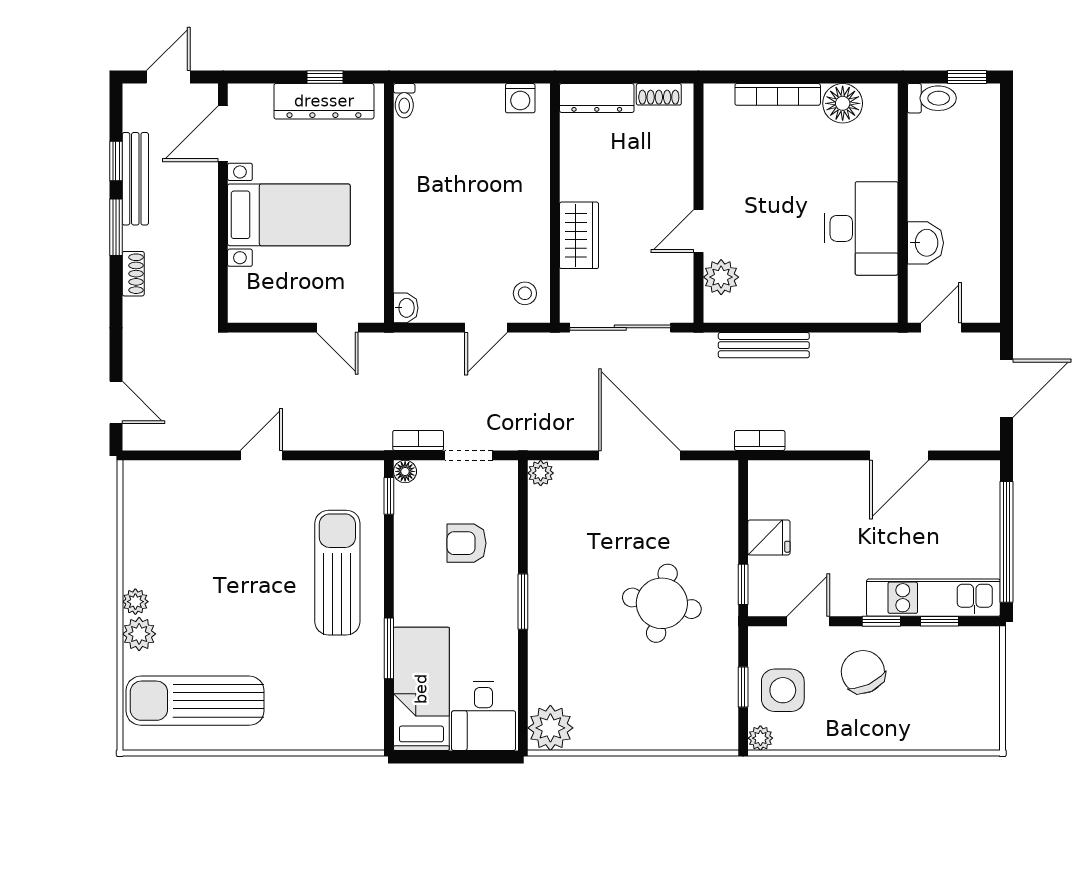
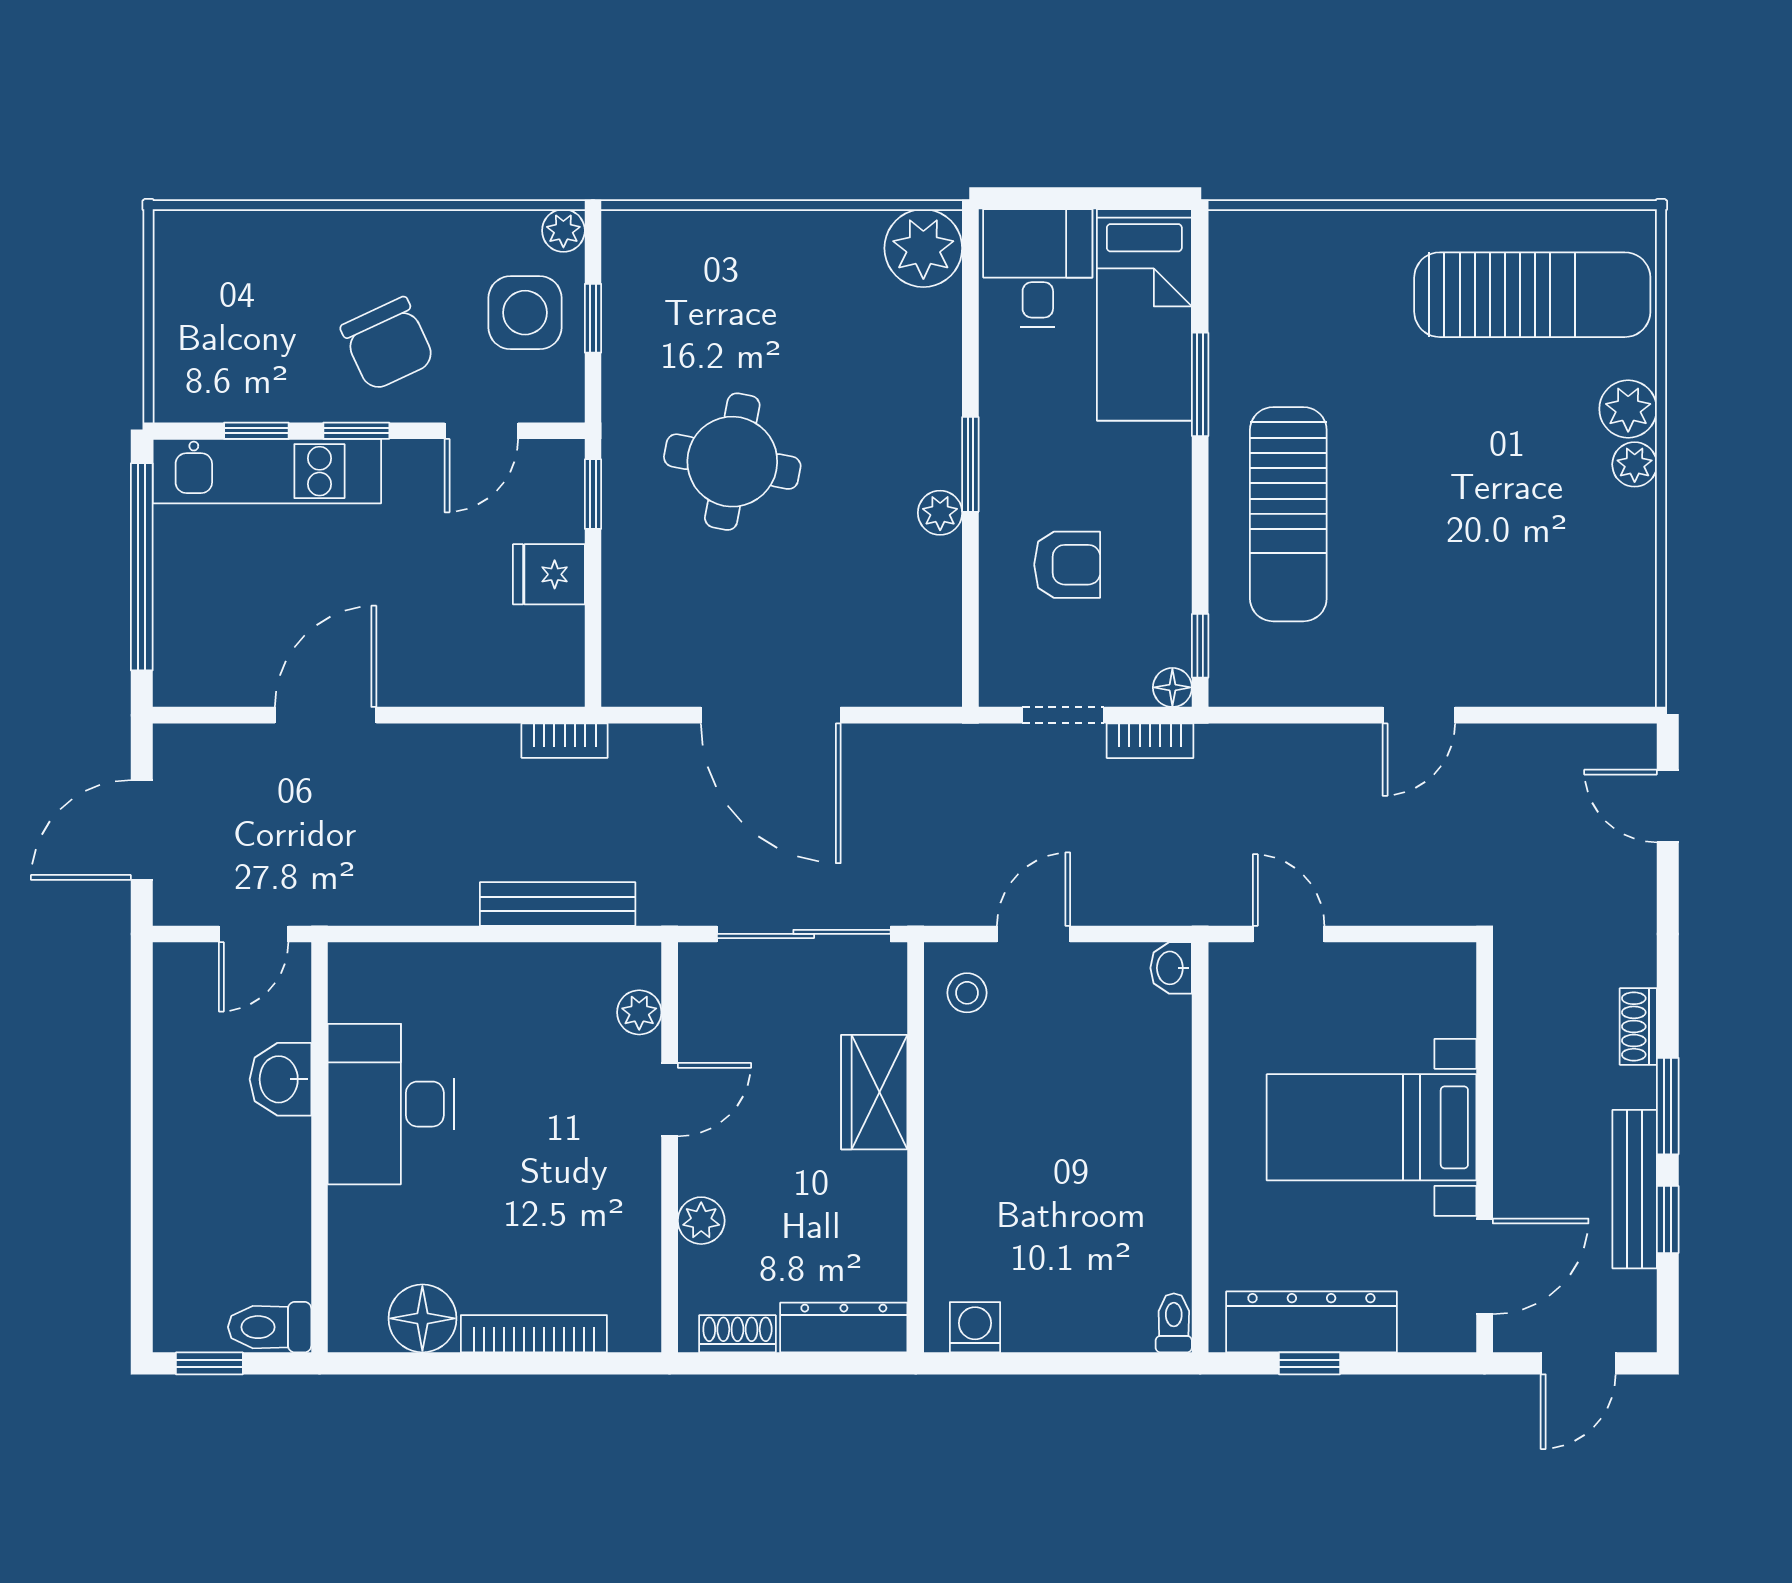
plant: (680, 160) -> (701, 1221), added
plant: (721, 277) -> (639, 1012), width x0.73, depth x0.73
plant: (541, 473) -> (940, 513), moved

